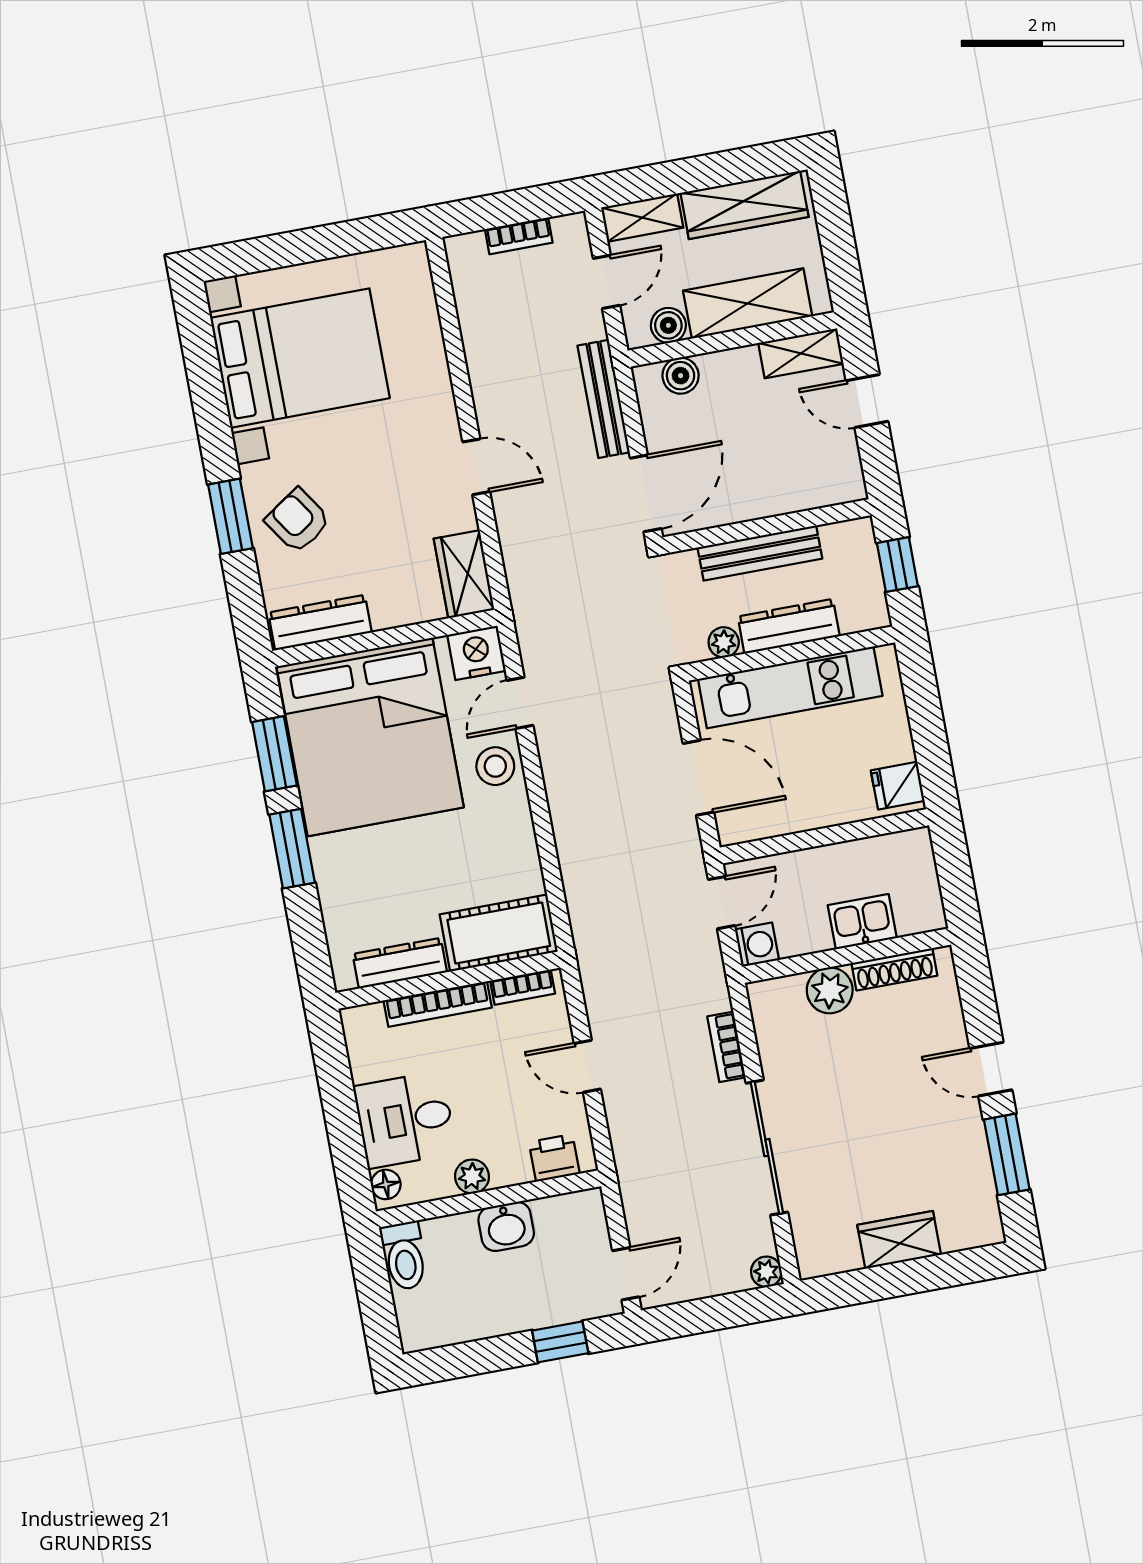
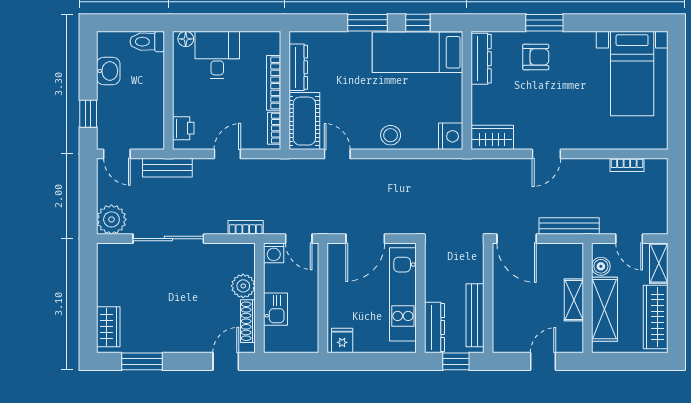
bookcase: (519, 236) -> (627, 165), moved, turned -90
shelving: (801, 353) -> (574, 300), moved
bed with nightstands: (300, 358) -> (632, 74), width x0.73
boiler: (681, 376) -> (574, 268), removed
armchair: (298, 521) -> (536, 57), turned 34
bench: (760, 553) -> (475, 315), moved
dresser: (789, 626) -> (434, 327), moved
plant: (724, 642) -> (432, 265), removed
door: (520, 703) -> (337, 154), moved
bed: (370, 737) -> (417, 52), width x0.49
window: (274, 754) -> (418, 23), width x0.67
bookcase: (726, 1047) -> (246, 227), moved
door: (991, 1069) -> (226, 361), moved
bench: (634, 1174) -> (167, 168), added
plant: (472, 1176) -> (182, 84), removed
washbasin: (506, 1226) -> (108, 71), moved, turned 180
wardrobe: (899, 1240) -> (108, 327), moved
plant: (766, 1272) -> (111, 219), width x1.88, depth x1.88

